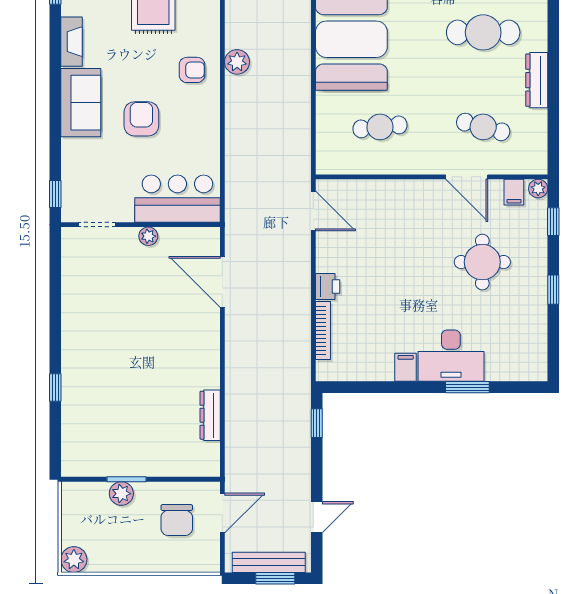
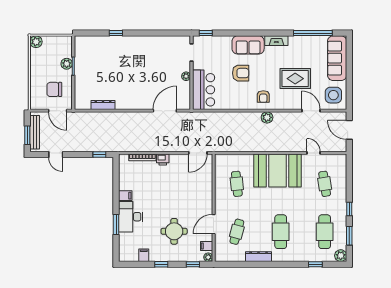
filing cabinet: (534, 327) -> (144, 255), added

